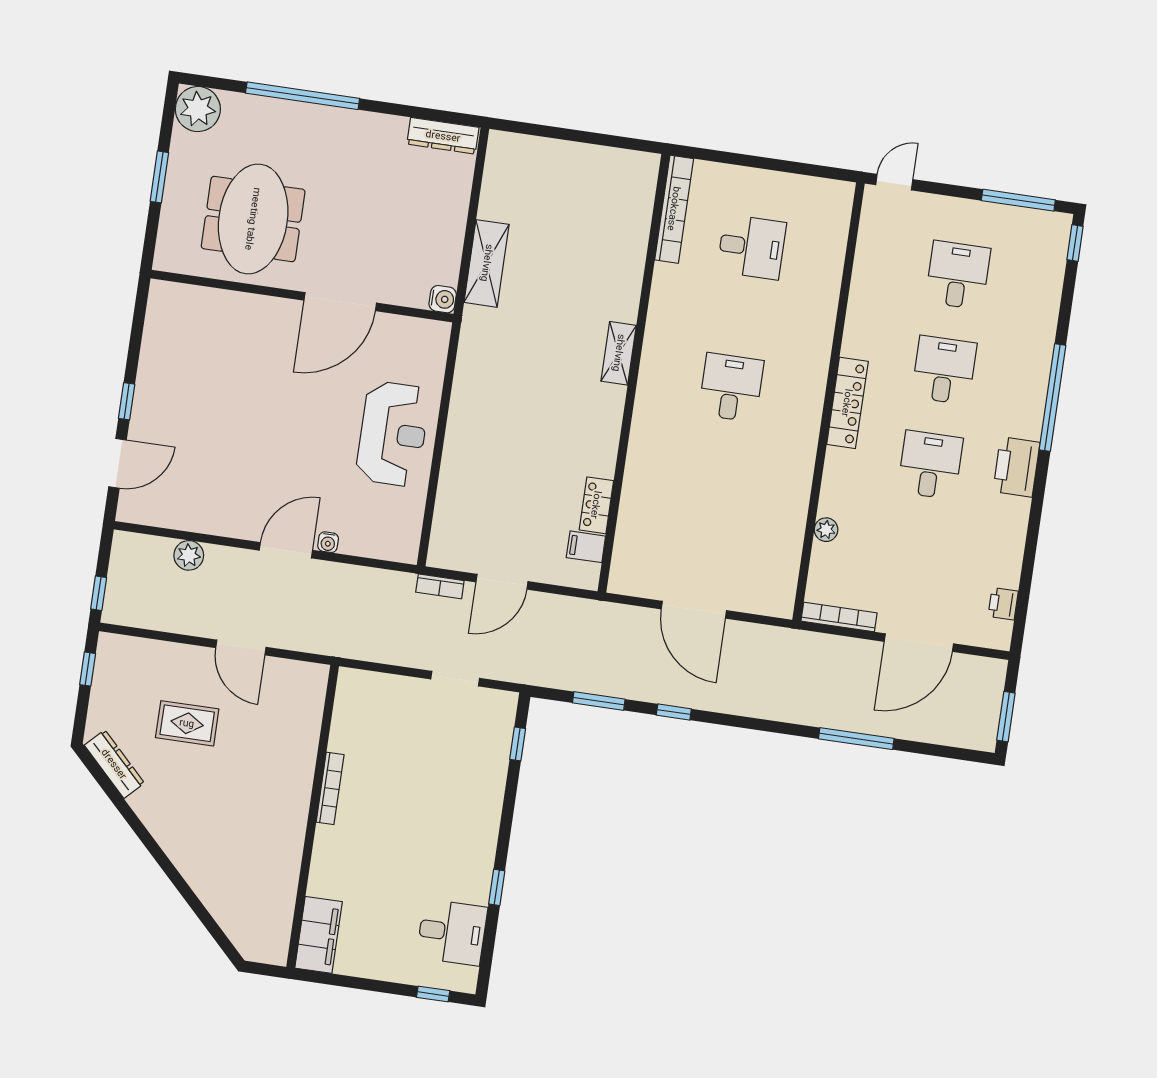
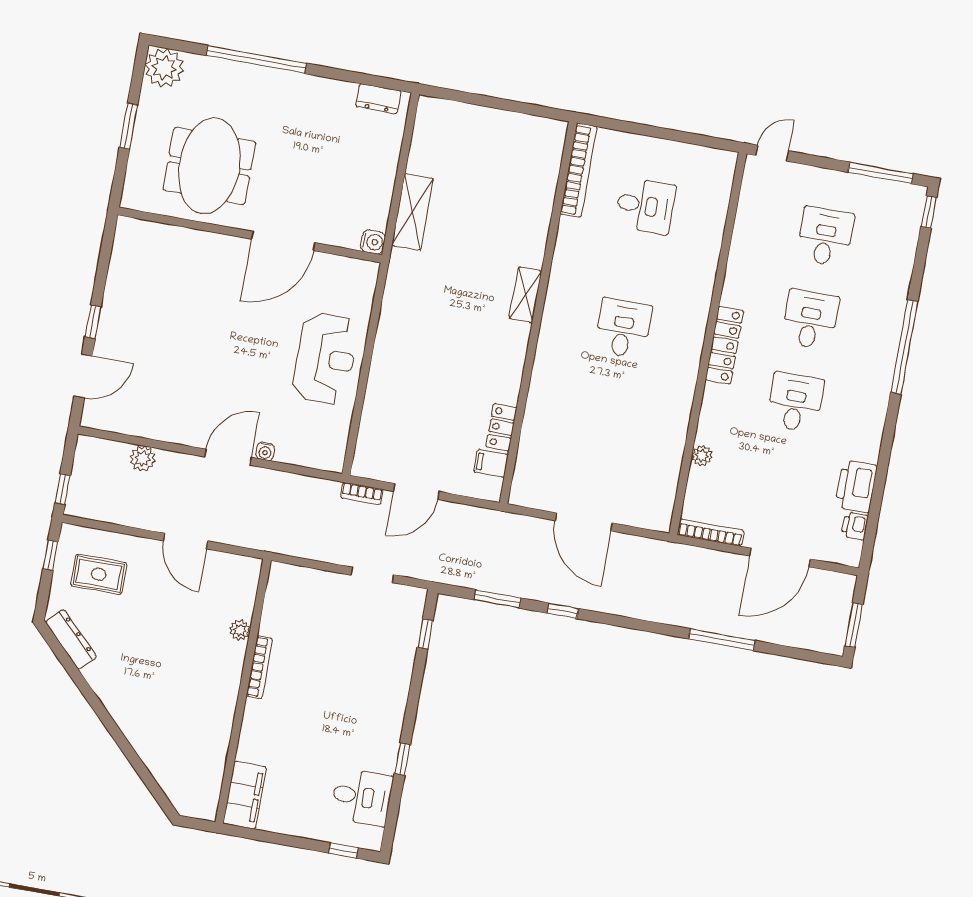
dresser: (443, 136) -> (378, 99), width x0.70
printer: (1016, 467) -> (856, 486), moved
rug: (187, 723) -> (99, 574), moved
plant: (306, 747) -> (240, 630), added

